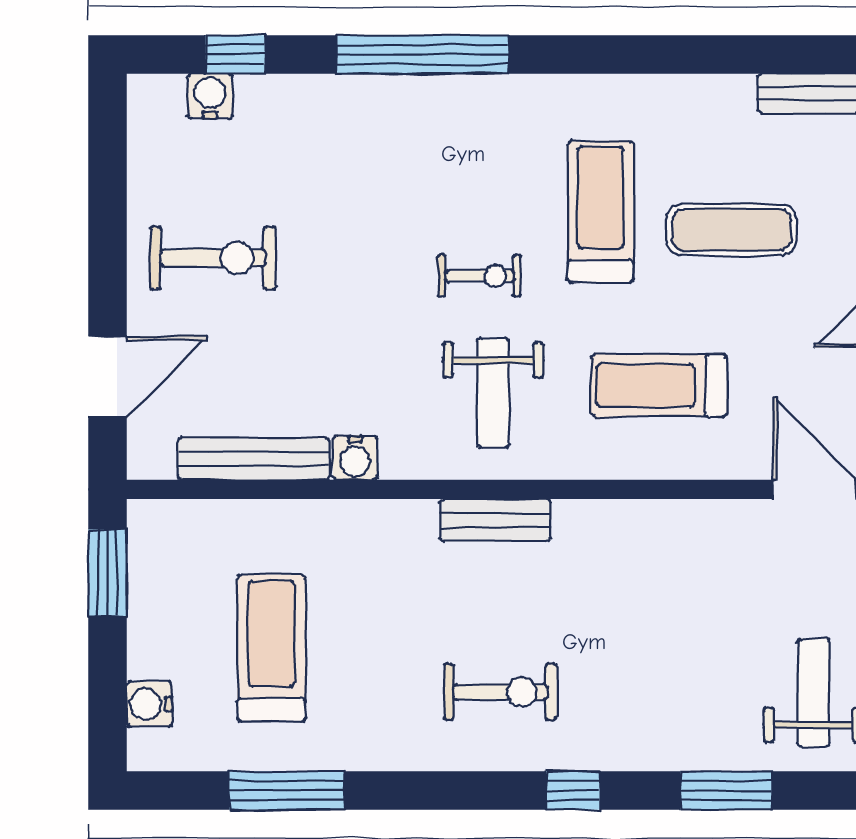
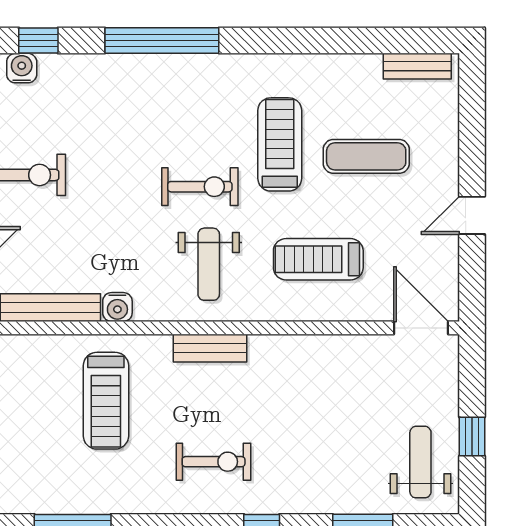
exercise bike: (480, 276) -> (200, 187), width x1.38, depth x1.39
treadmill: (271, 648) -> (106, 401), moved, turned 180

